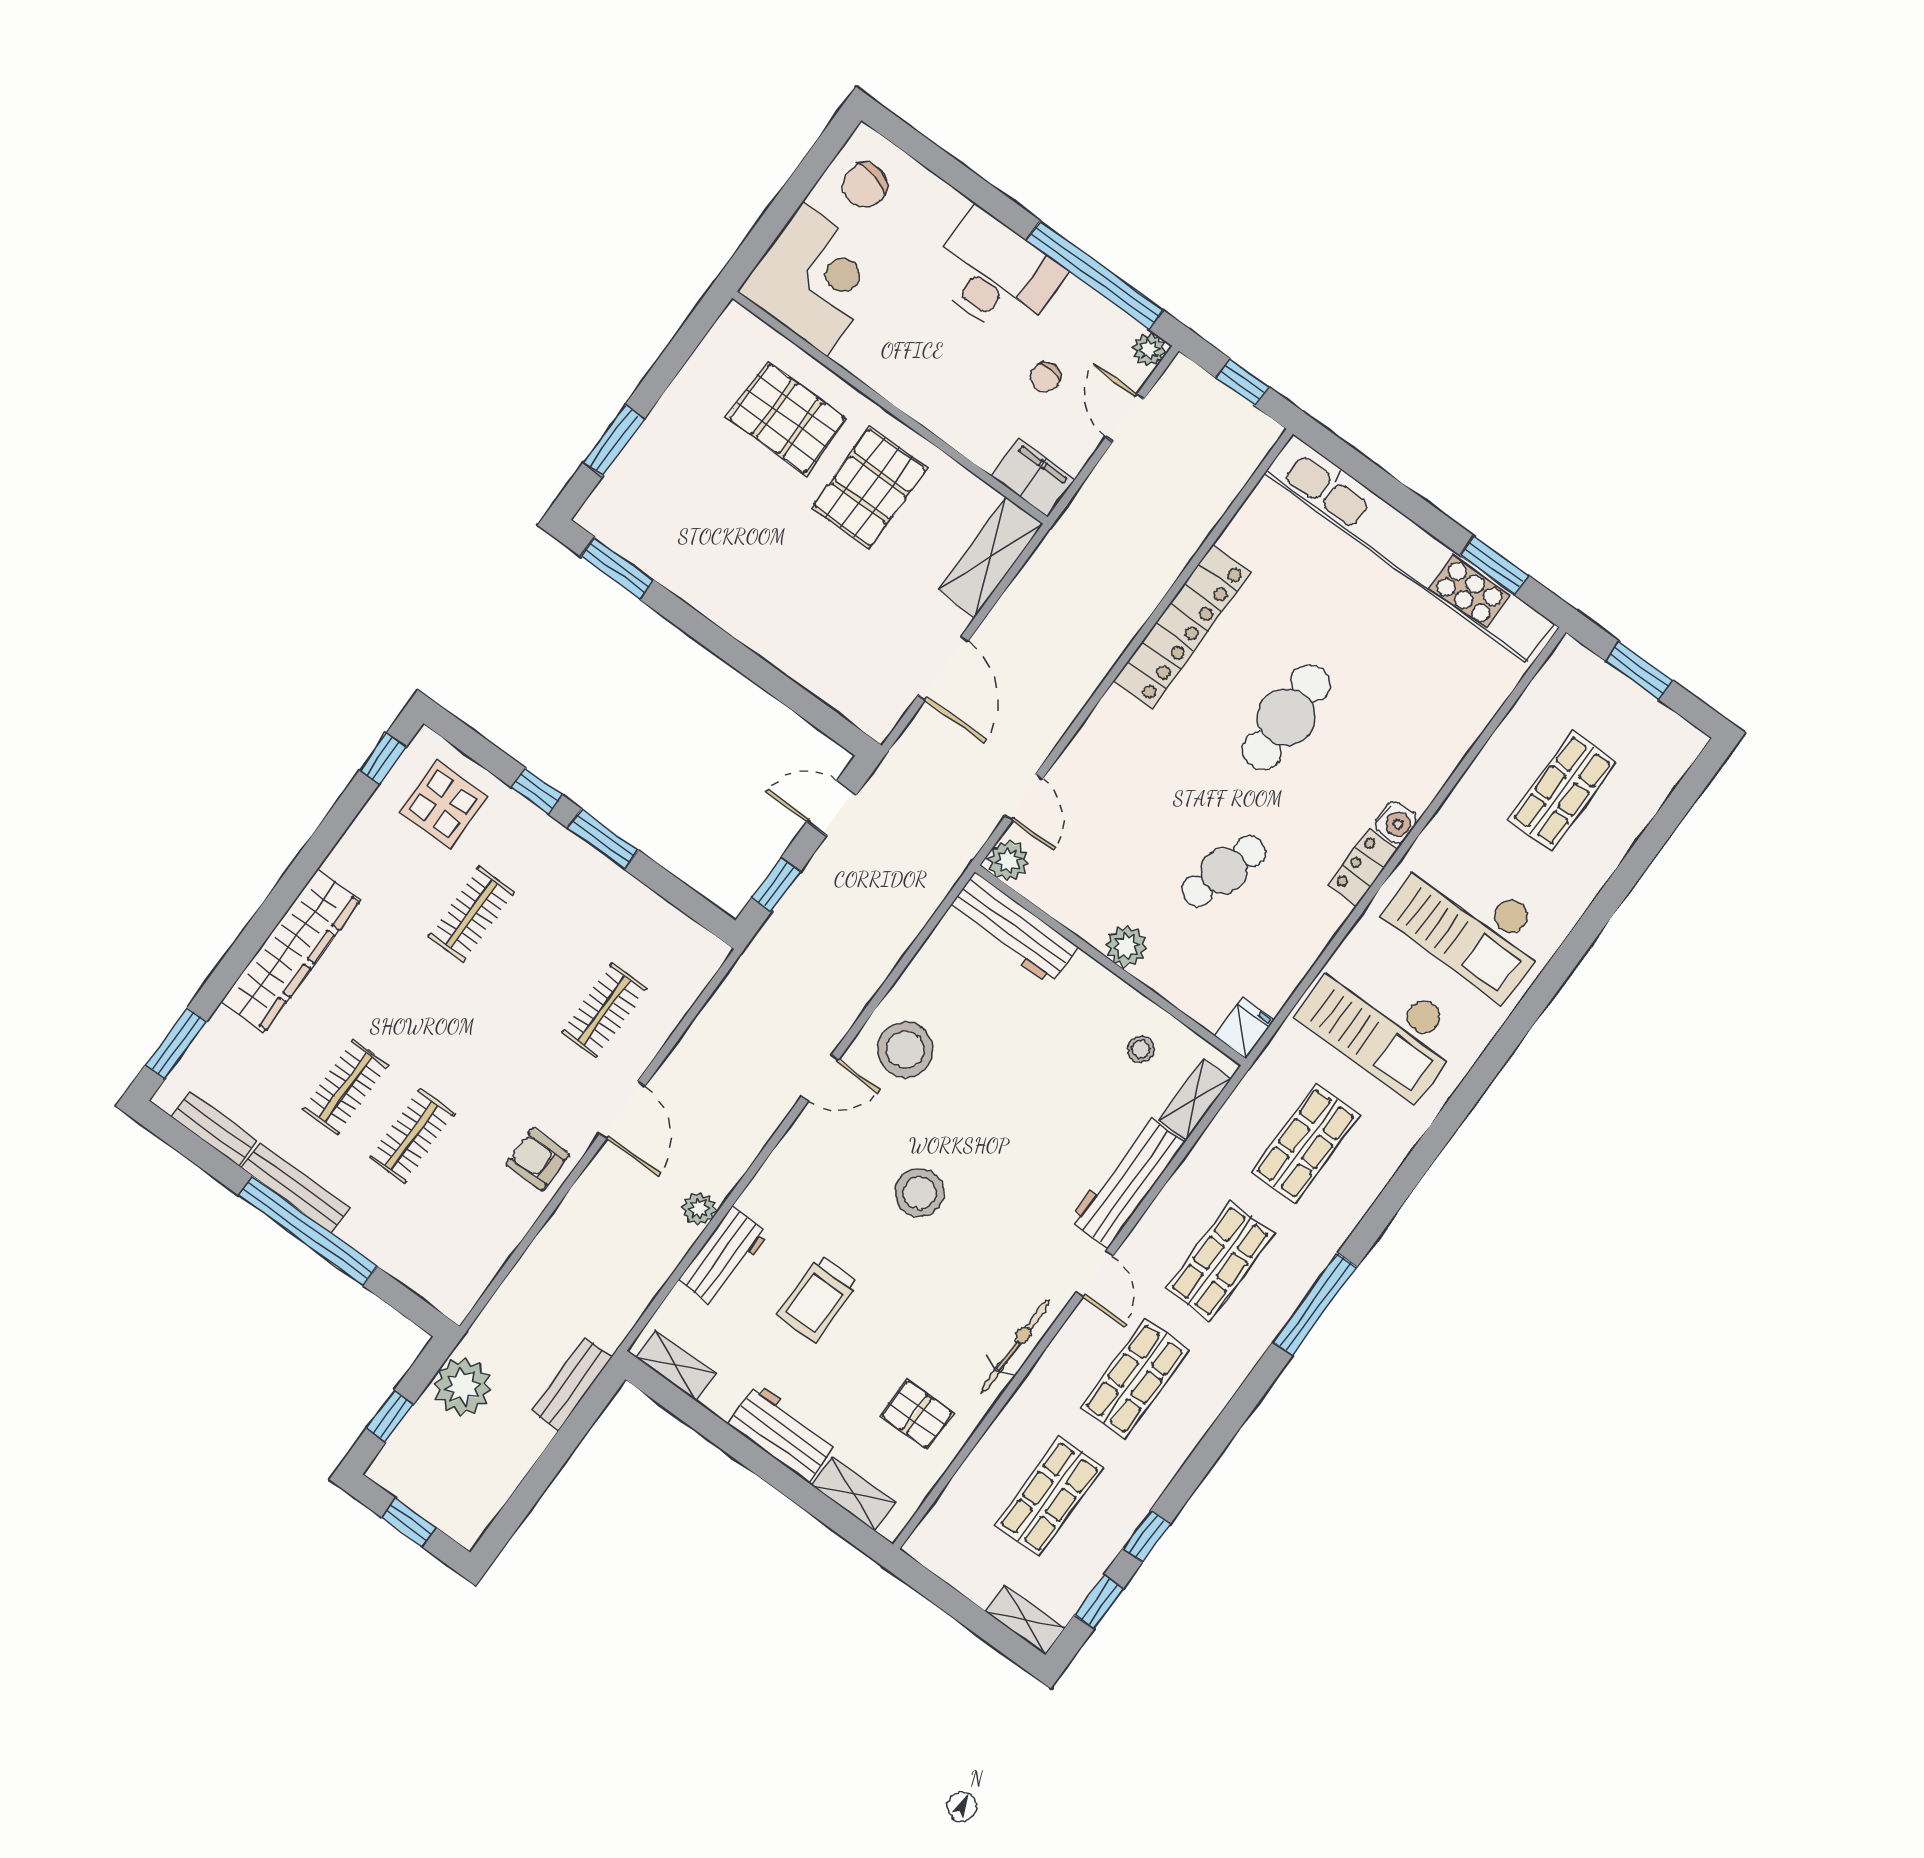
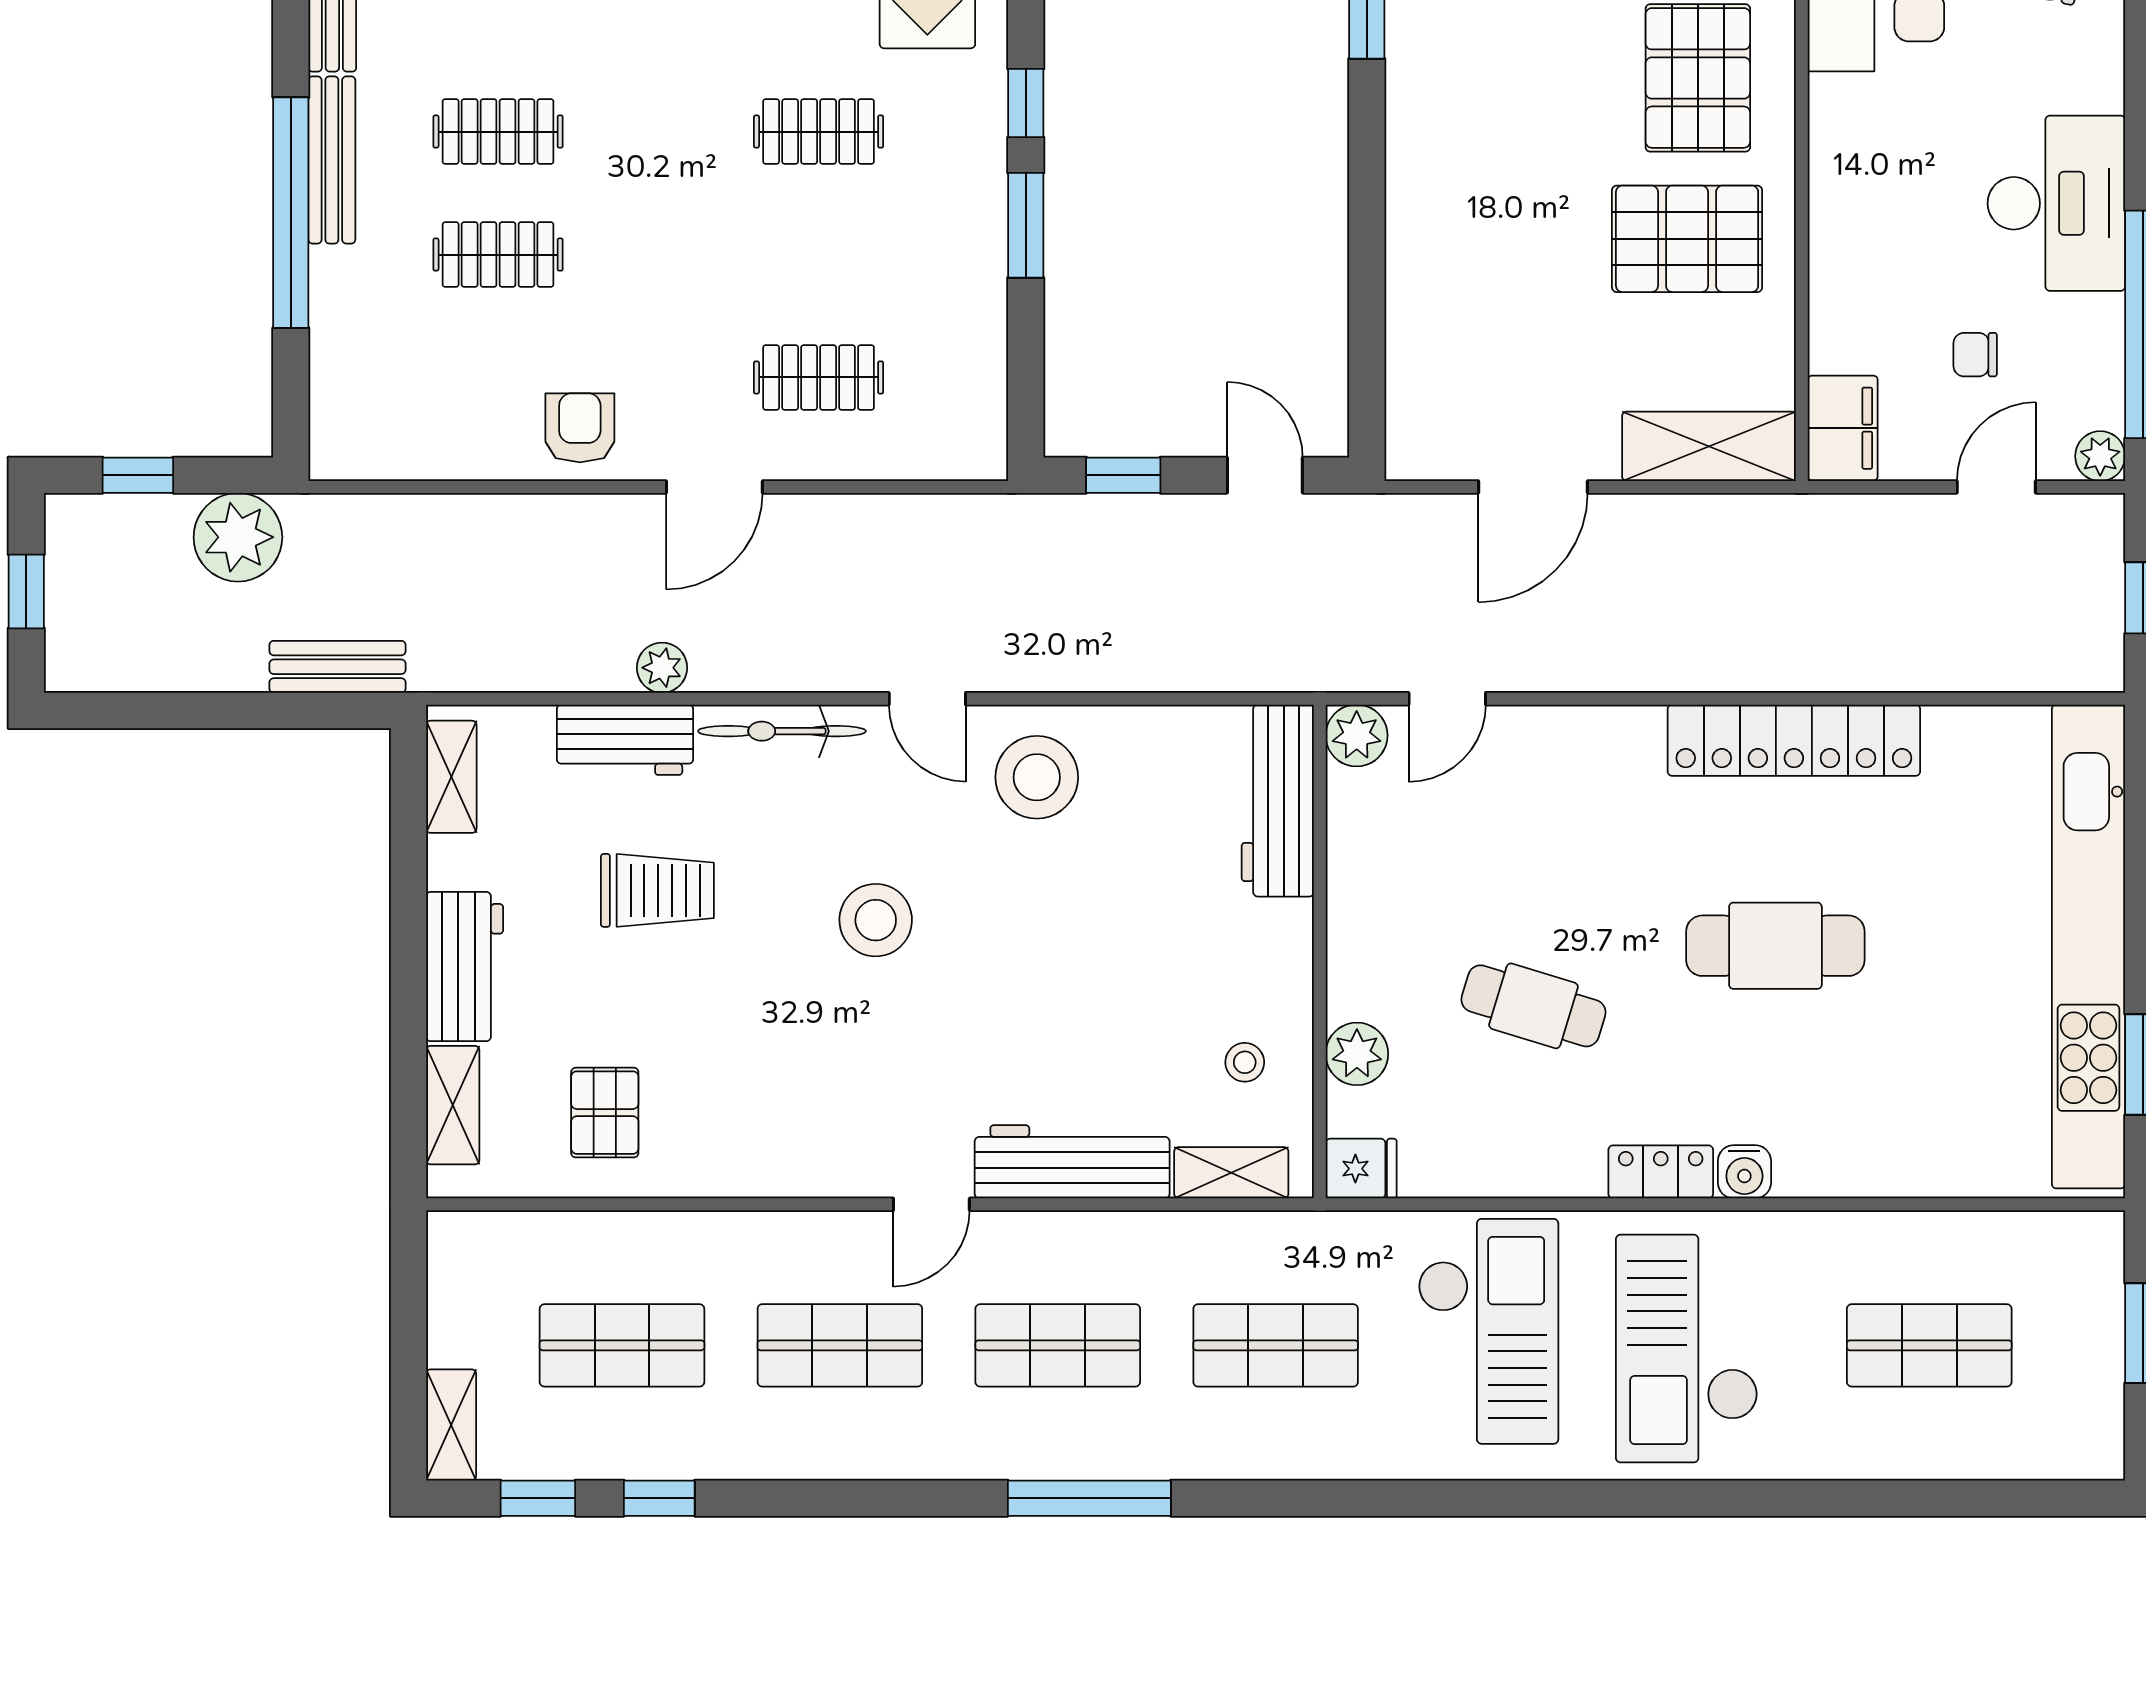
plant: (1126, 946) -> (1357, 1054), moved
checkout: (1381, 1023) -> (1488, 1331), turned 180
trolley: (818, 1299) -> (657, 890), turned 180
bicycle: (1015, 1346) -> (782, 731), moved, turned 180

